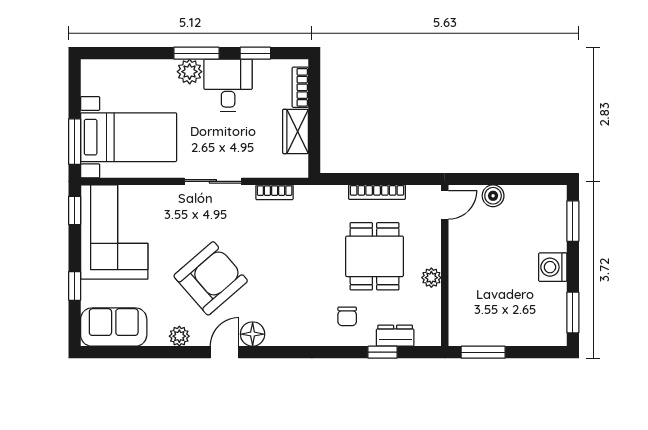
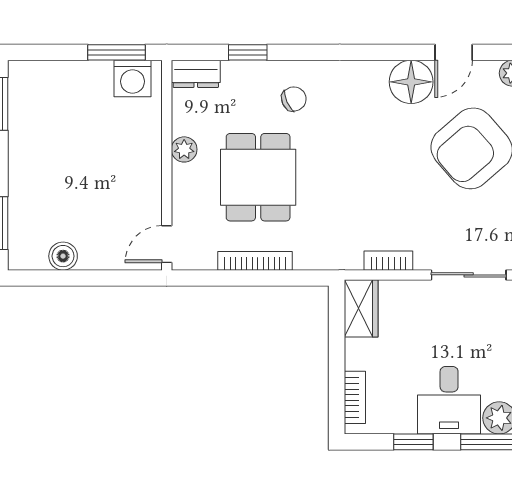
wardrobe: (295, 131) -> (361, 308), moved
boiler: (493, 196) -> (63, 256), moved
washing machine: (553, 267) -> (133, 79), moved, turned 90
chair: (347, 316) -> (294, 99), turned 66
floor lamp: (253, 334) -> (411, 82), width x1.38, depth x1.38
dresser: (395, 336) -> (196, 74), moved

